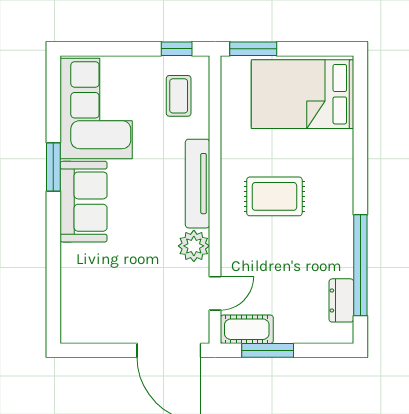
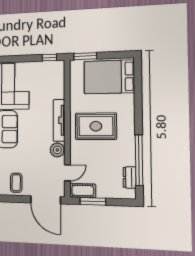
coffee table: (179, 96) -> (16, 183), moved
rug: (274, 196) -> (96, 126), width x1.36, depth x1.43

